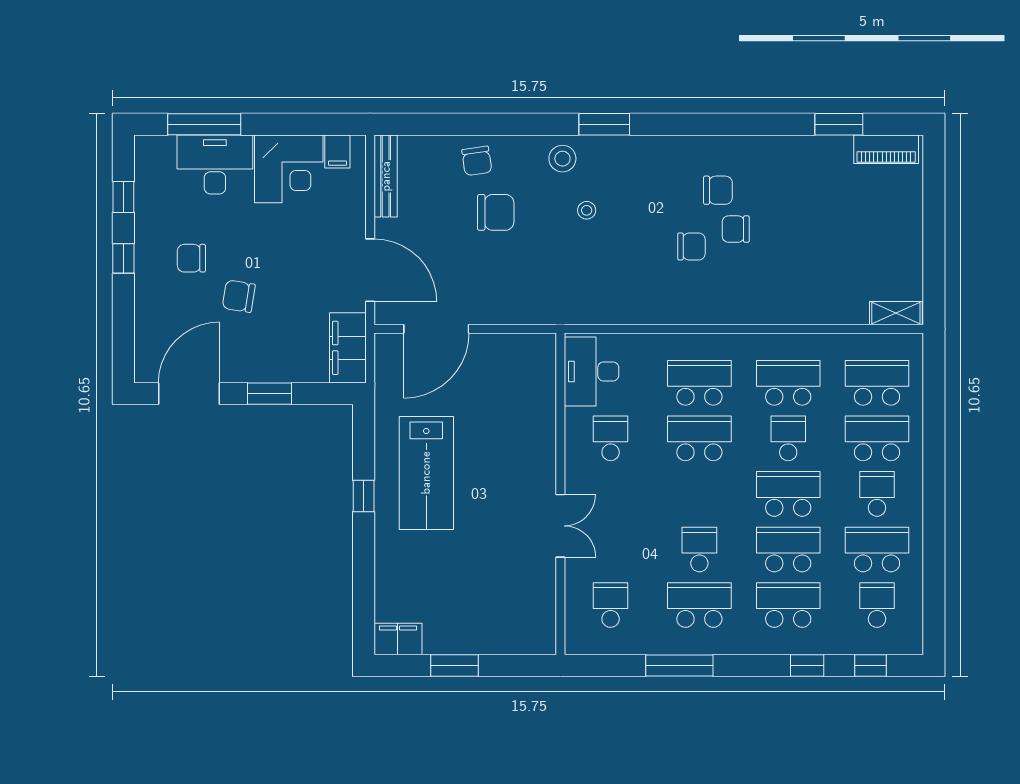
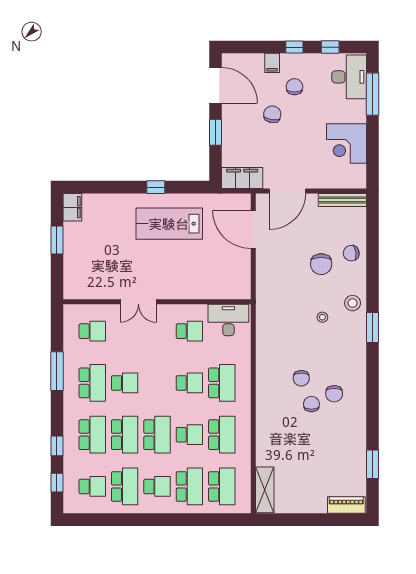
piano: (886, 149) -> (346, 505), moved, turned 90
filing cabinet: (337, 151) -> (272, 63), moved, turned -90
desk: (215, 164) -> (349, 77), moved
shelving: (896, 313) -> (265, 490), width x1.50, depth x1.33
school desk: (699, 438) -> (189, 383), width x0.54

